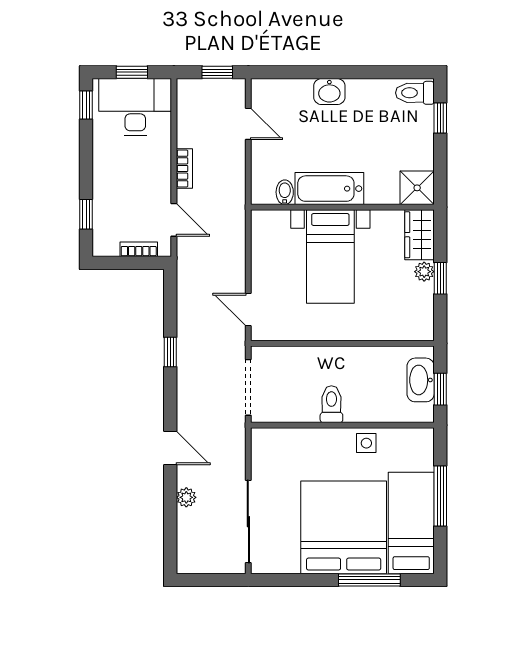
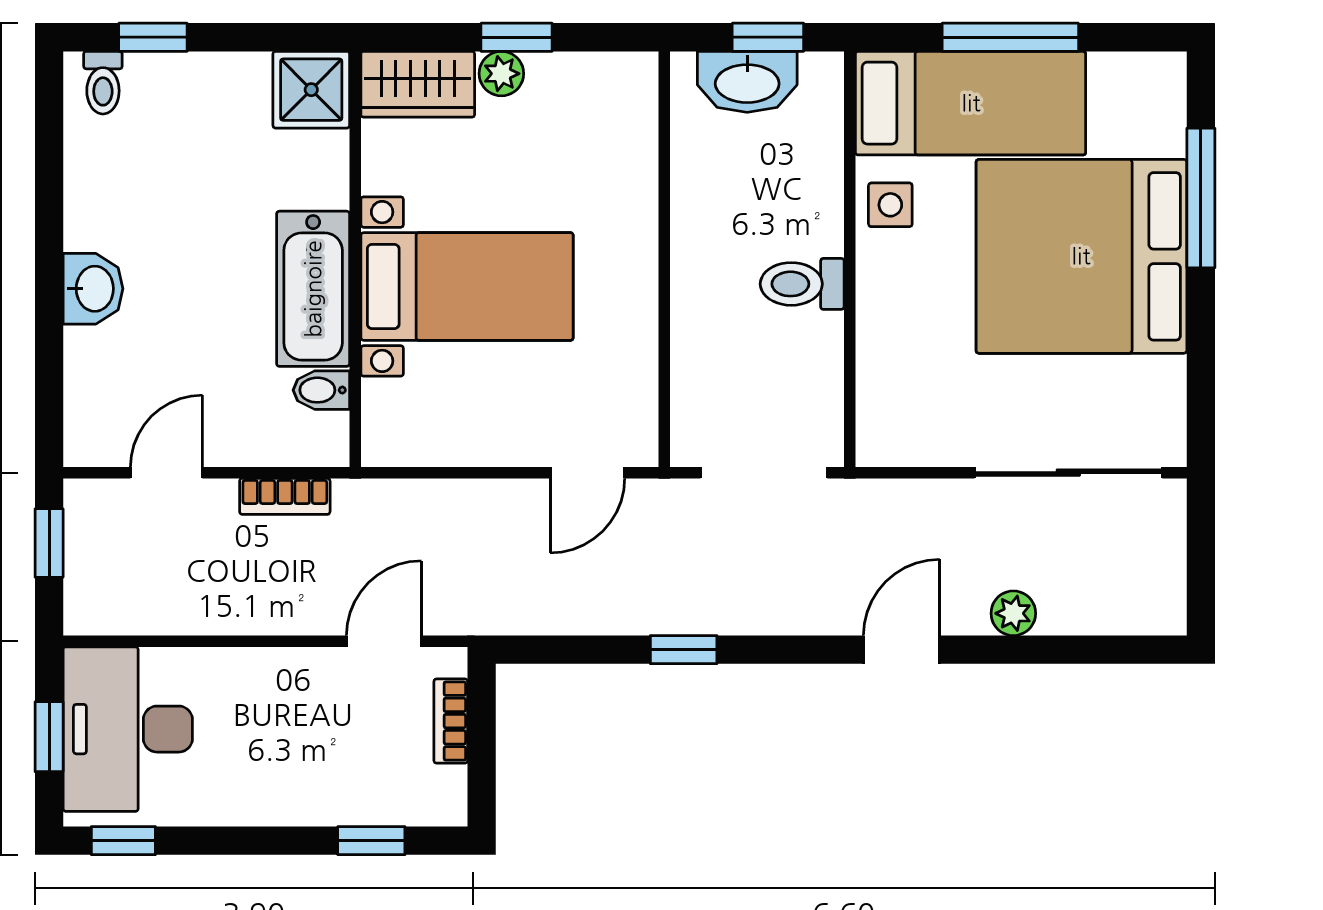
toilet: (415, 93) -> (103, 83), width x0.73, depth x0.72
bookcase: (184, 168) -> (285, 496), moved, turned 180
bed: (411, 523) -> (971, 103), moved, turned 180

